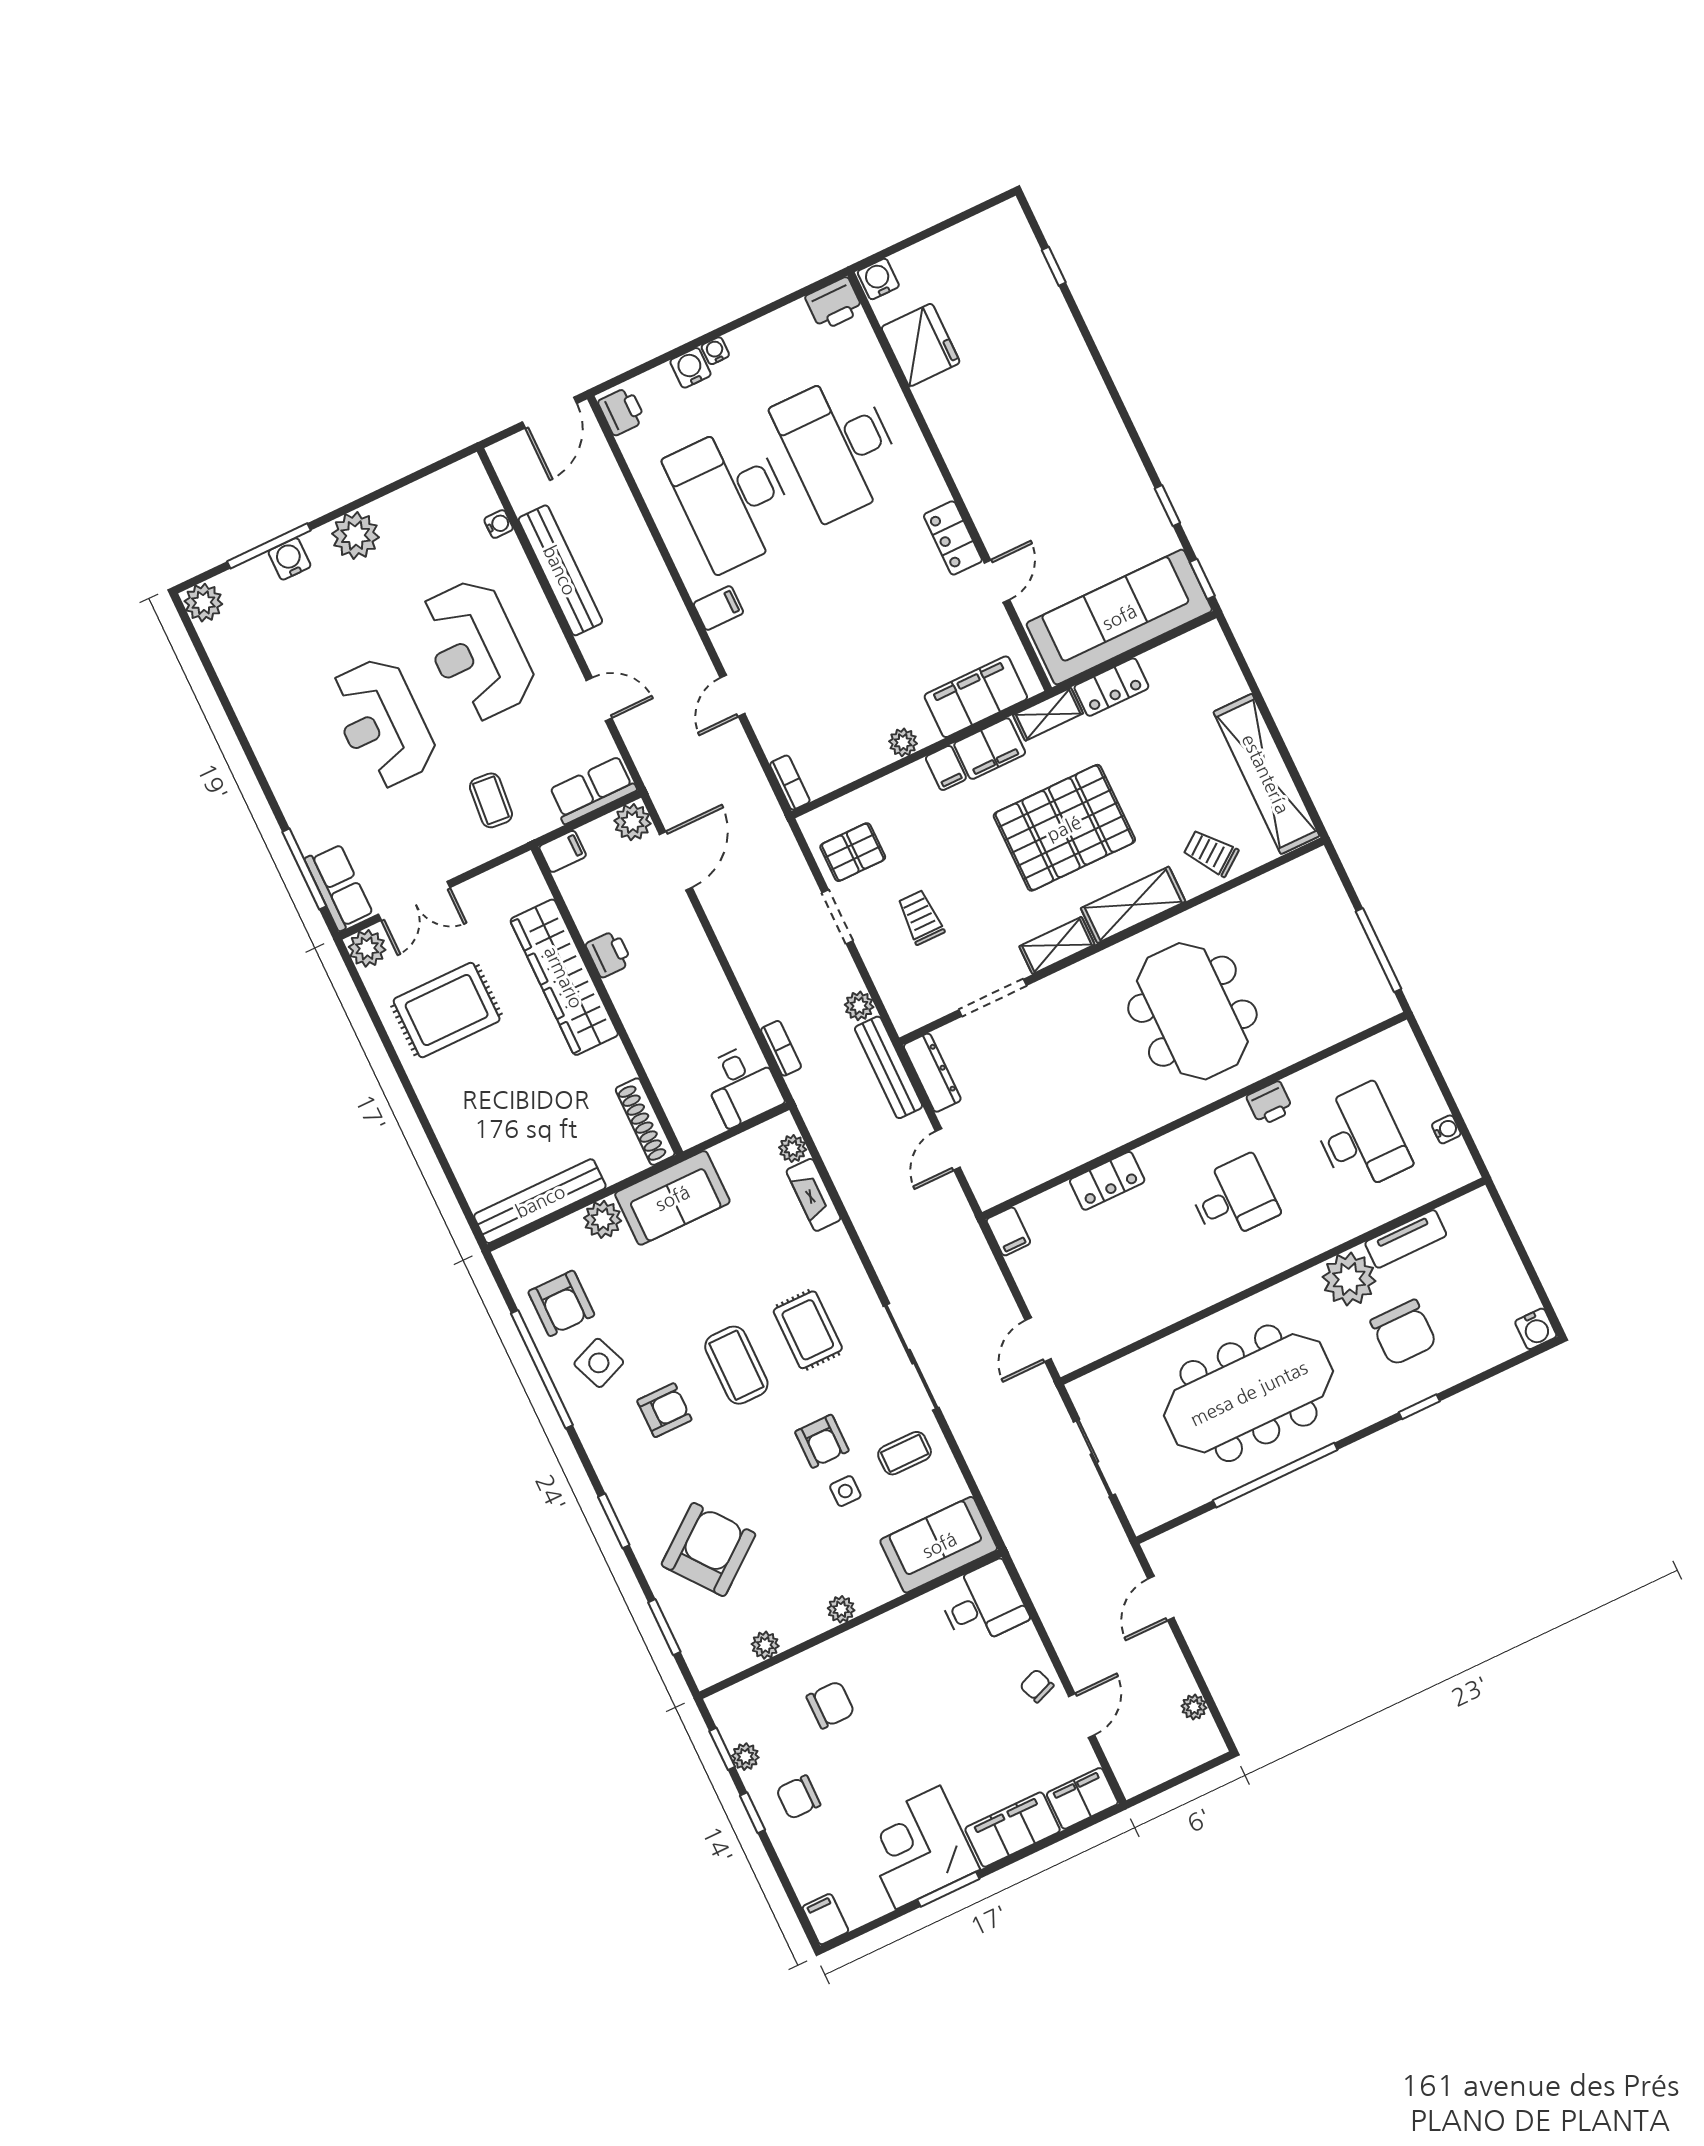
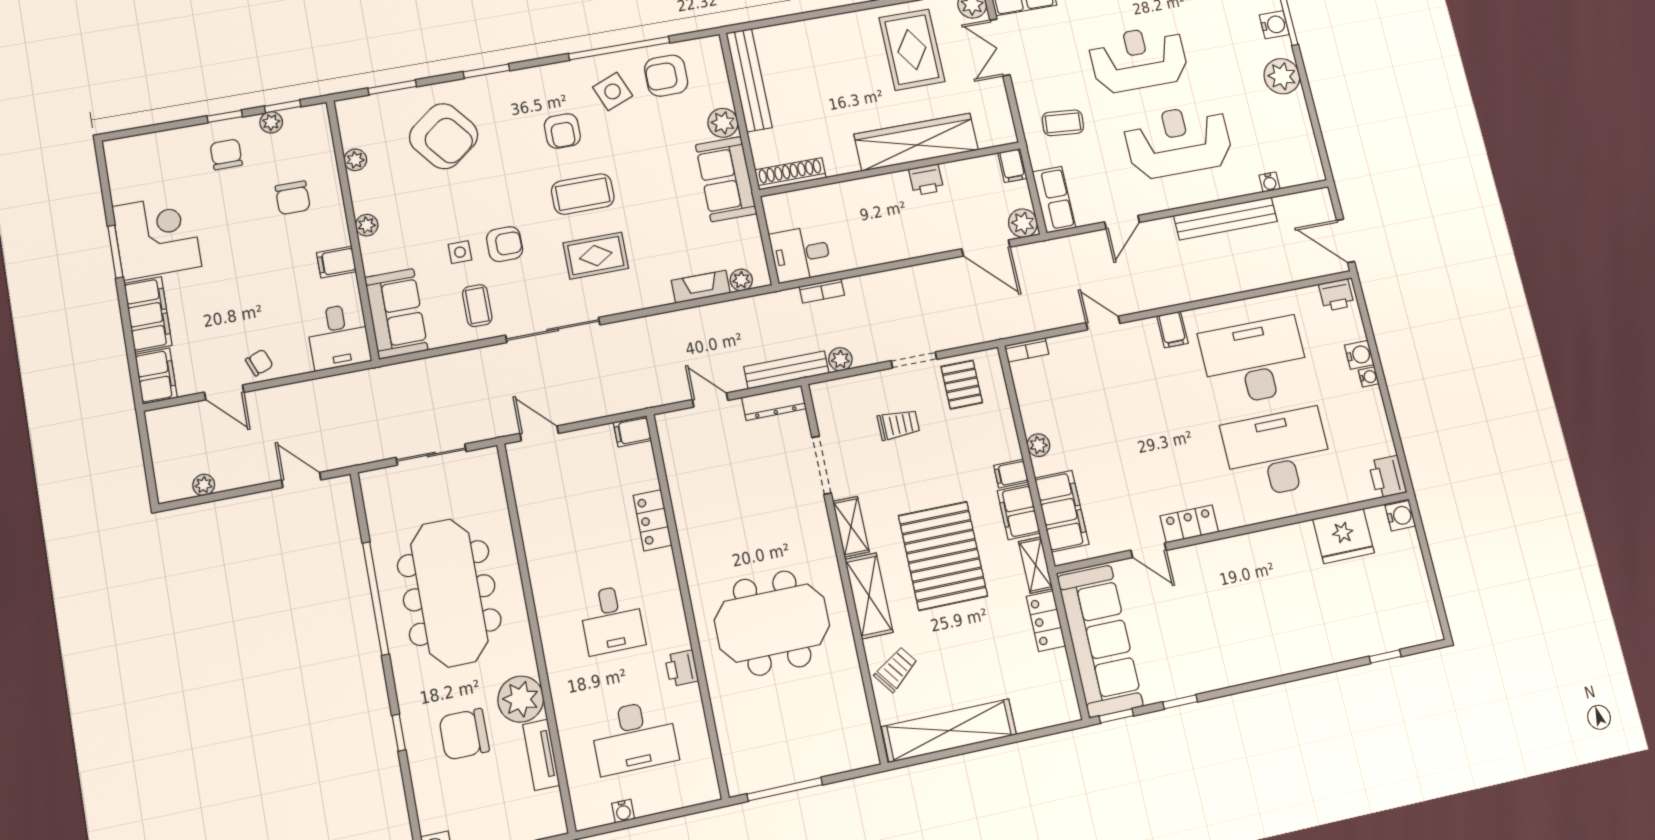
armchair: (822, 1441) -> (505, 244), turned 180
filing cabinet: (825, 1919) -> (336, 262), moved, turned 180

